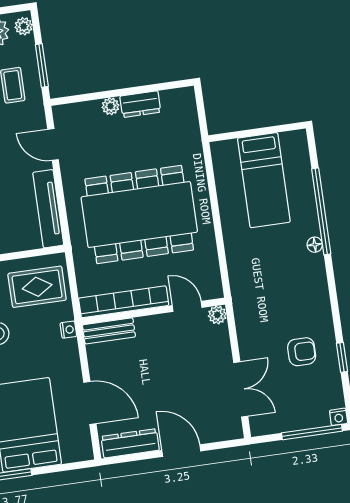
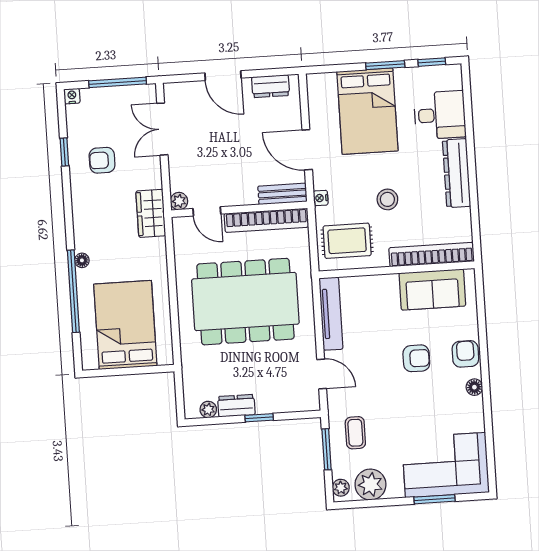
window: (115, 93) -> (259, 418), added
plant: (110, 106) -> (208, 409), moved
bed: (264, 180) -> (125, 325), width x1.50
wardrobe: (246, 300) -> (151, 213), added
door: (90, 403) -> (307, 150), moved
window: (312, 432) -> (118, 82), moved
dresser: (130, 443) -> (271, 86), width x0.70

